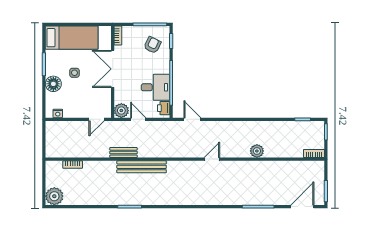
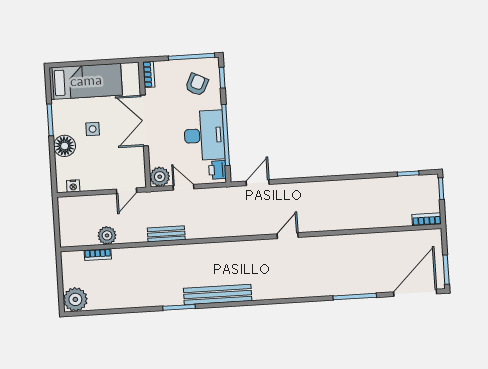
desk: (156, 87) -> (204, 135), width x1.37
door: (192, 119) -> (258, 183), hinge flipped
plant: (257, 151) -> (107, 235), moved
bench: (142, 167) -> (218, 294), moved
door: (302, 207) -> (415, 293), width x1.36

